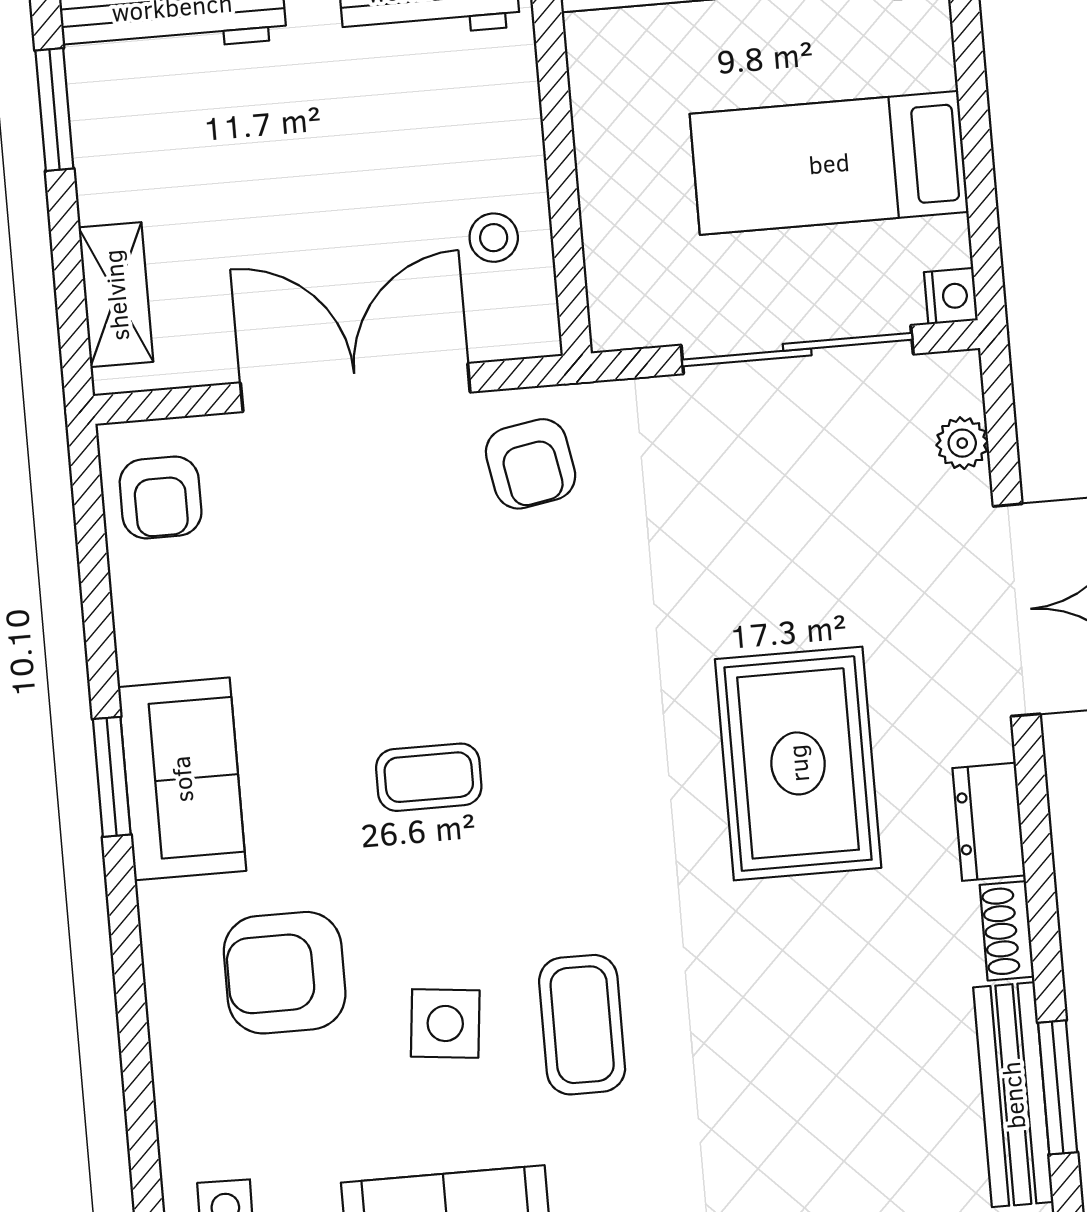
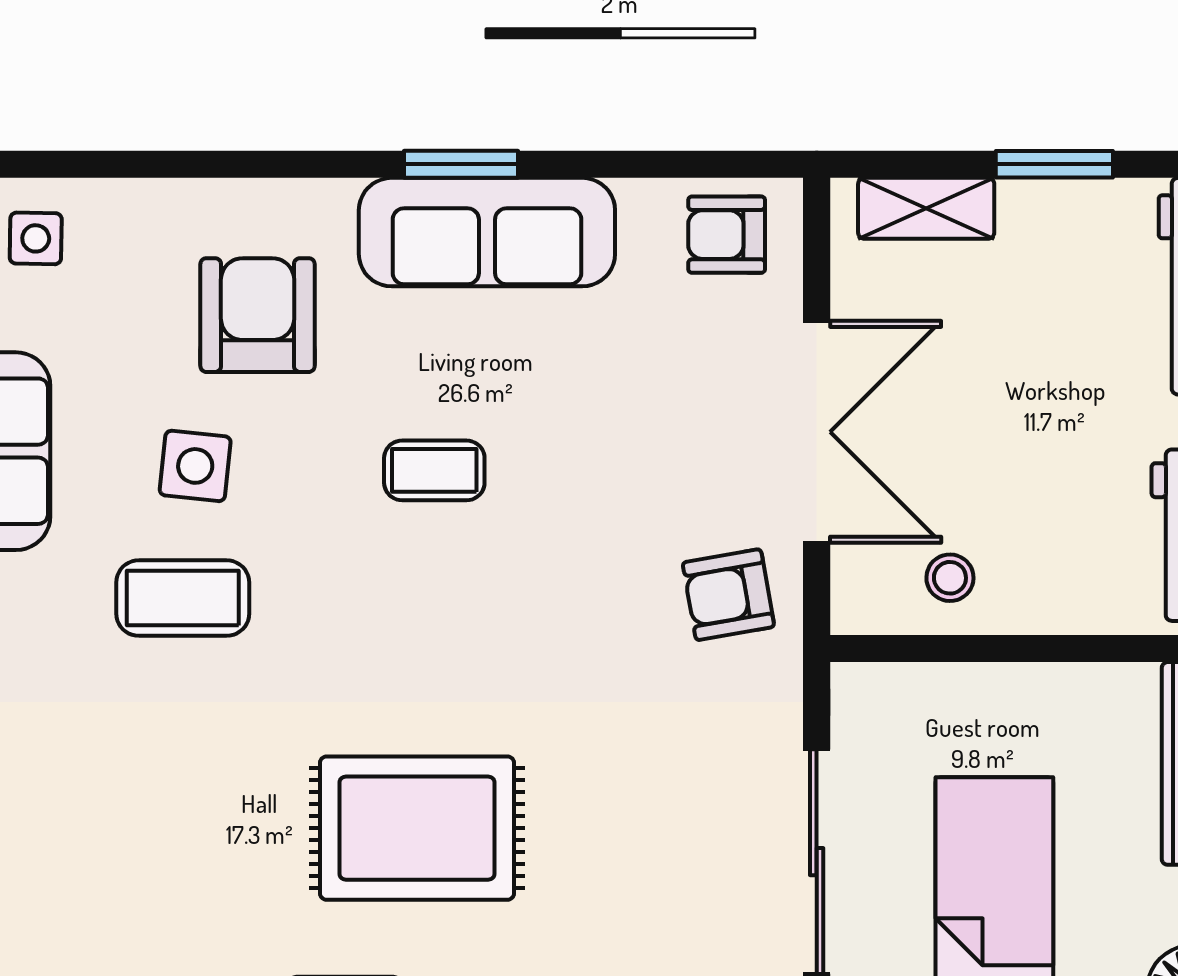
window: (54, 109) -> (1054, 164), moved
coffee table: (429, 777) -> (434, 470), turned 90
sofa: (182, 779) -> (487, 232), width x1.36

